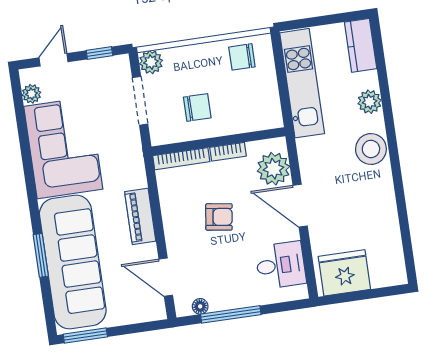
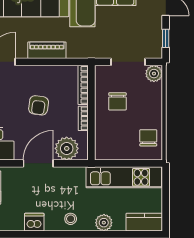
stool: (371, 149) -> (71, 219), width x0.53, depth x0.53
dishwasher: (383, 199) -> (34, 222), added

